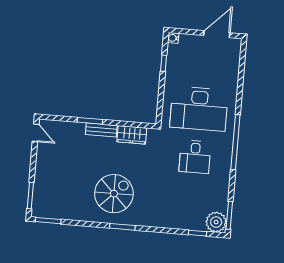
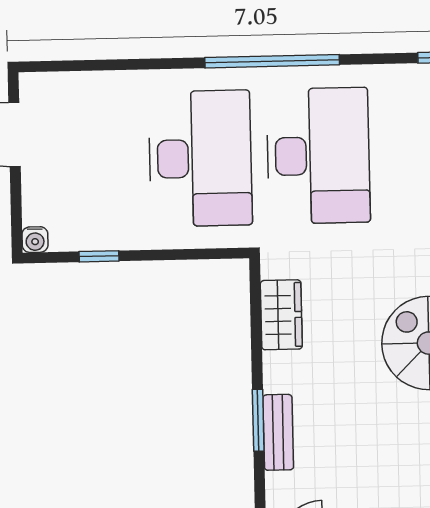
bench: (101, 130) -> (278, 432), moved
desk: (195, 157) -> (318, 156), width x1.87, depth x1.30

